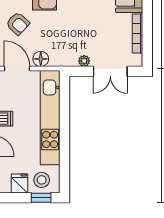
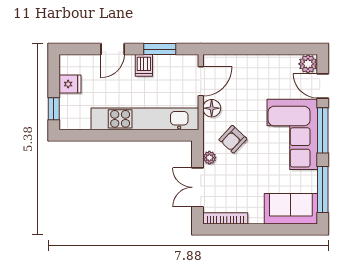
armchair: (18, 24) -> (233, 139), moved
bookcase: (138, 33) -> (225, 218), moved
stool: (42, 180) -> (74, 109), removed

